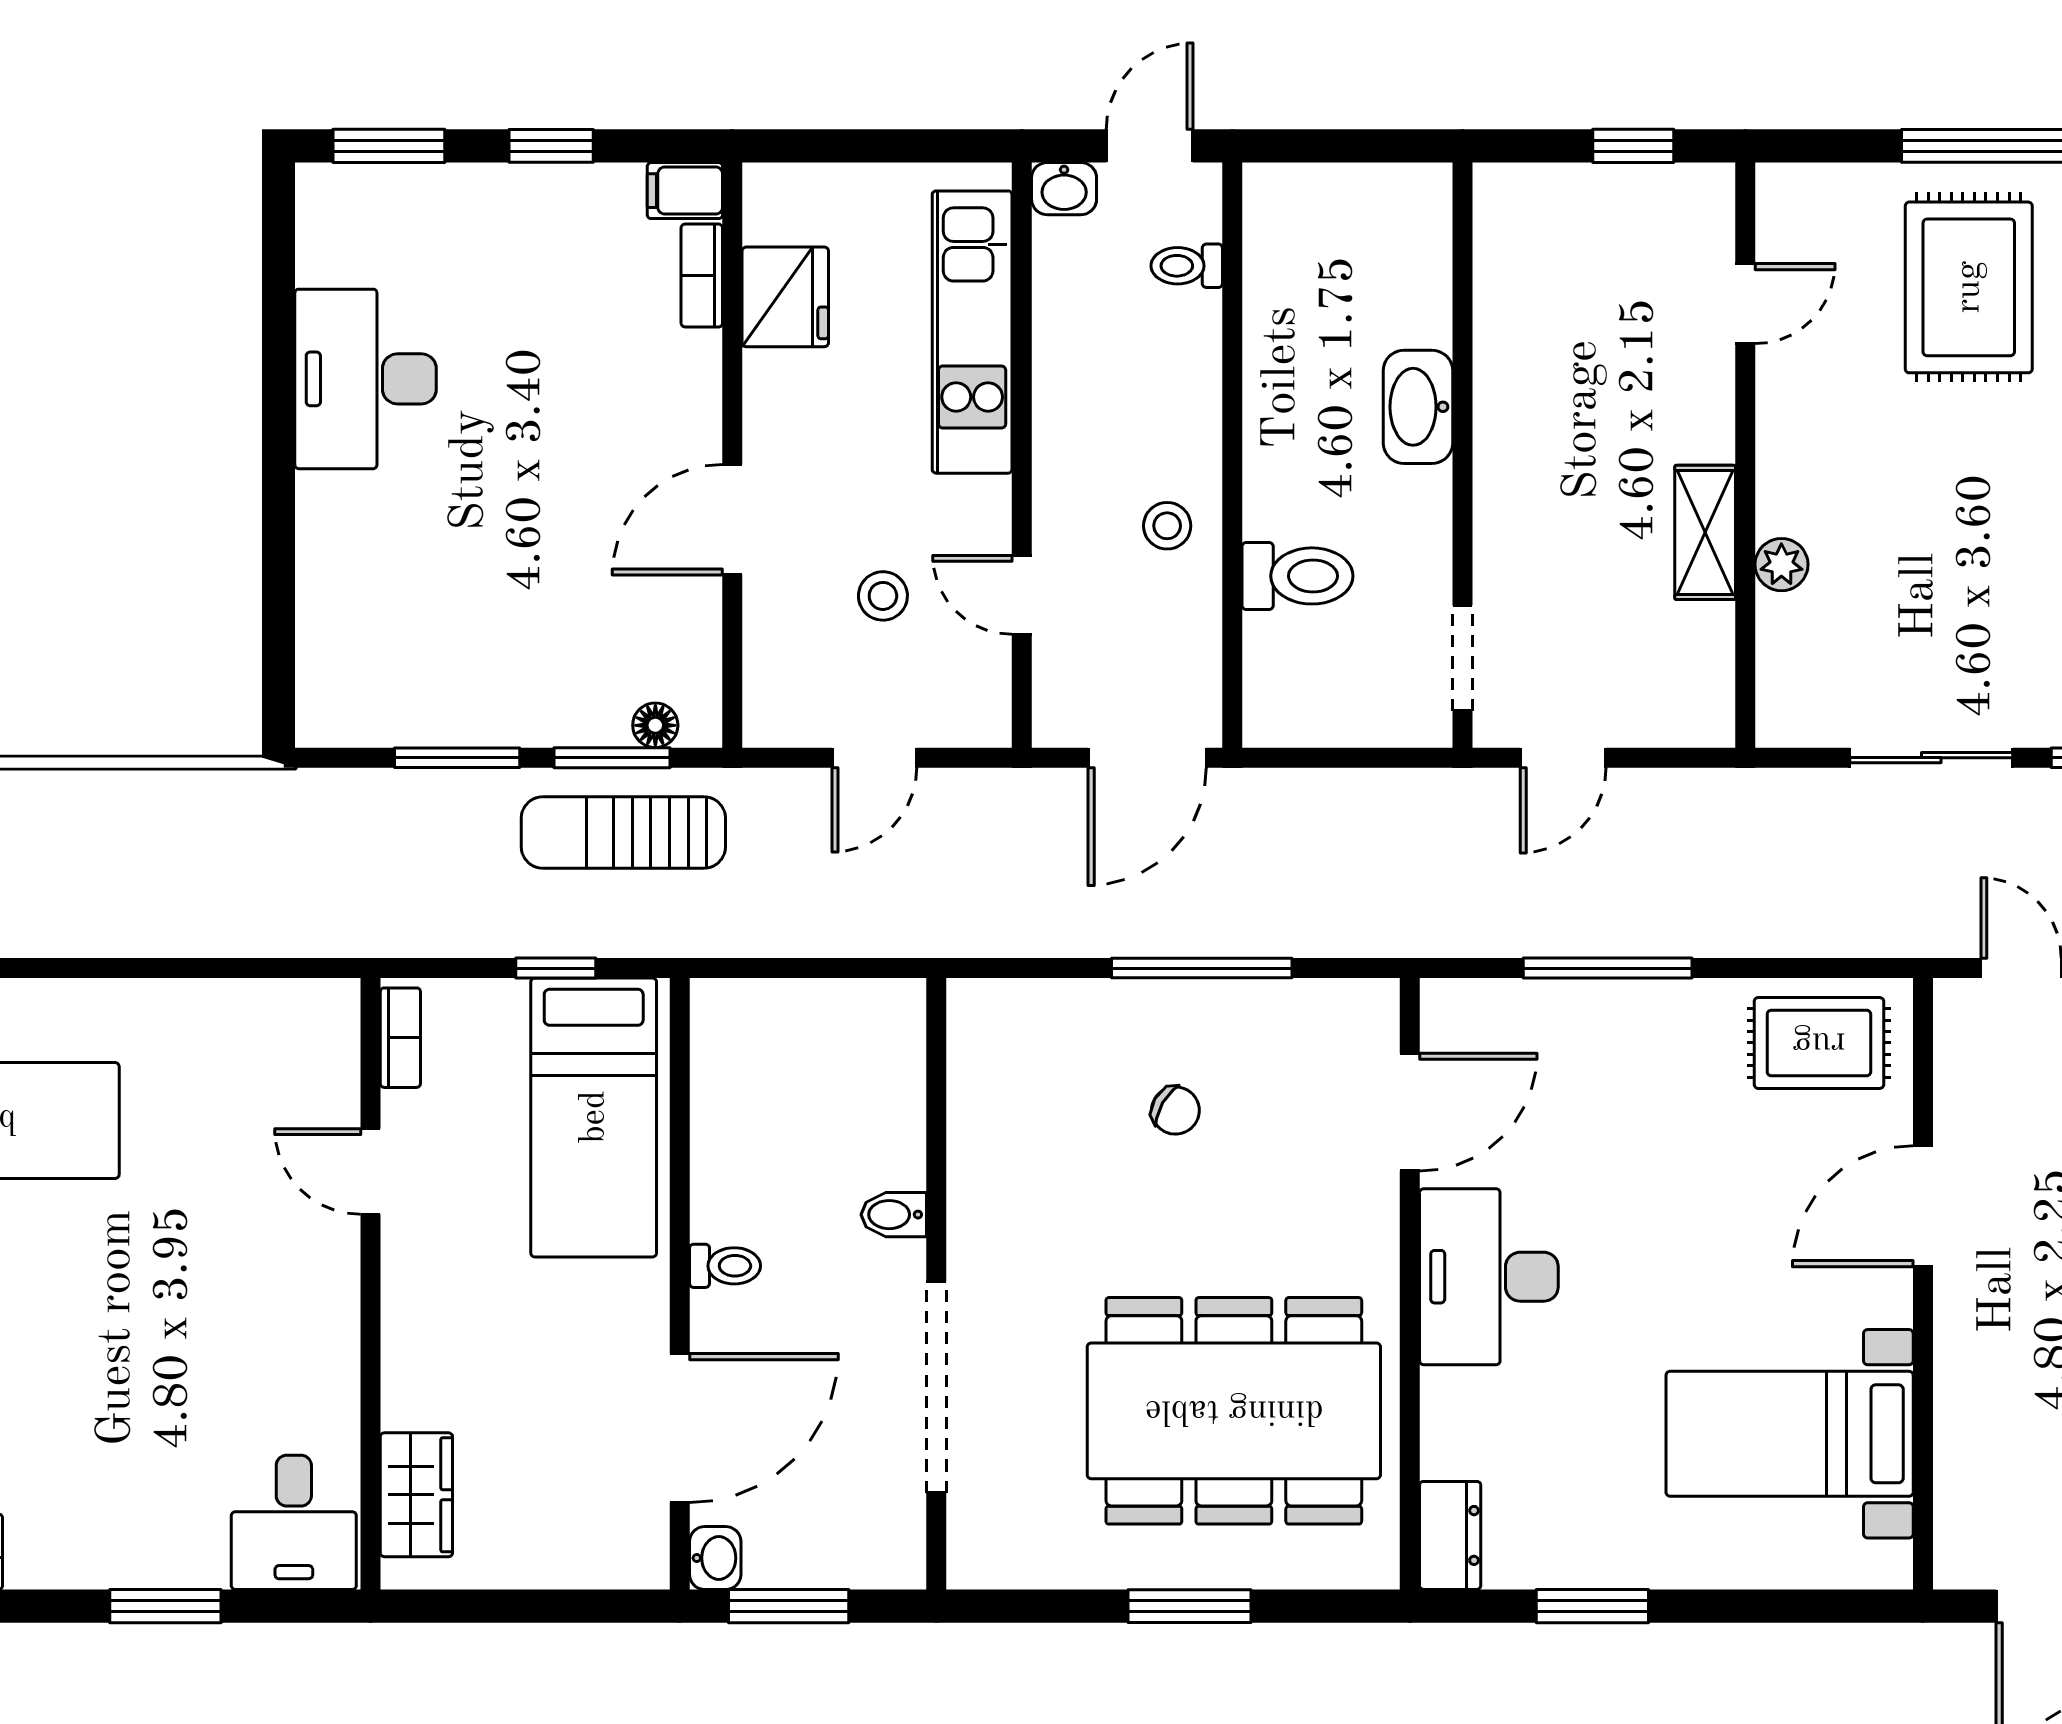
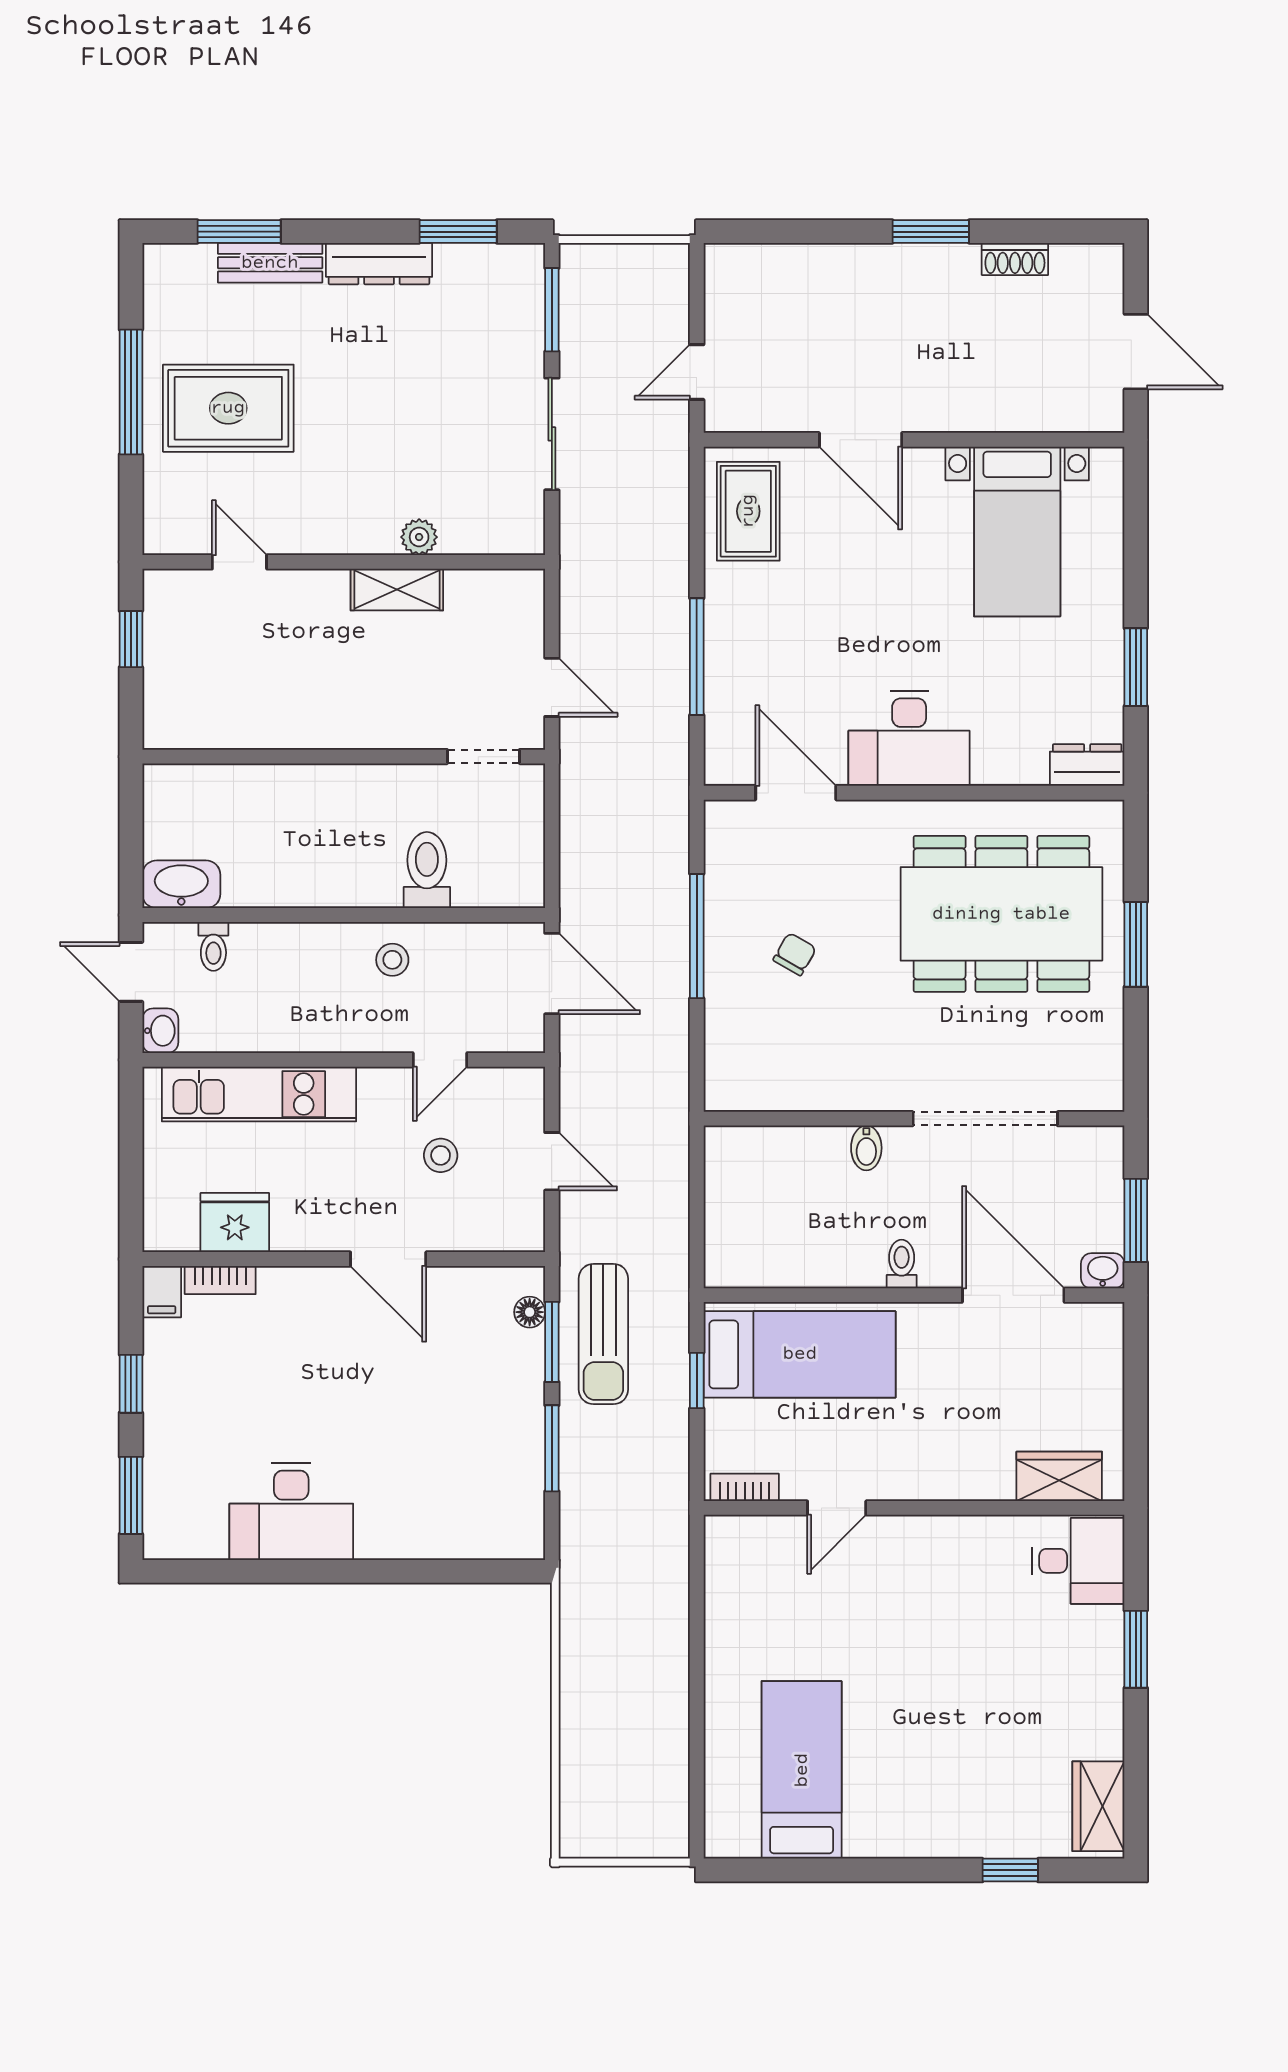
washbasin: (1418, 407) -> (181, 884), moved, turned 180
dining table: (1234, 1411) -> (1001, 914), turned 90

